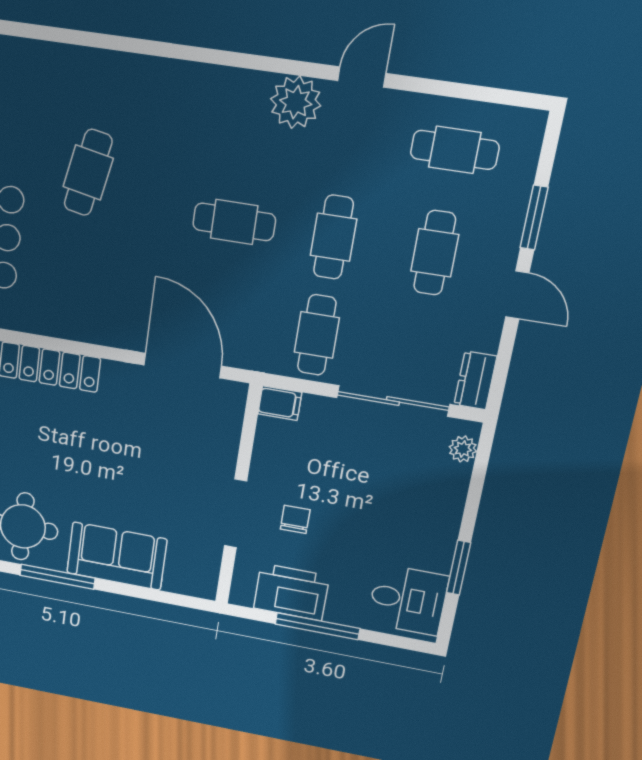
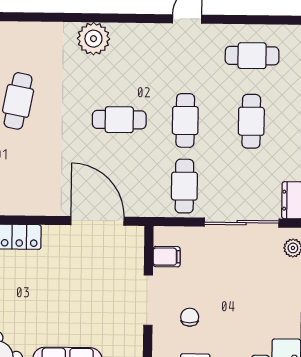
plant: (296, 102) -> (93, 39), moved
filing cabinet: (280, 403) -> (167, 257), moved
doorway: (236, 513) -> (148, 300), moved

